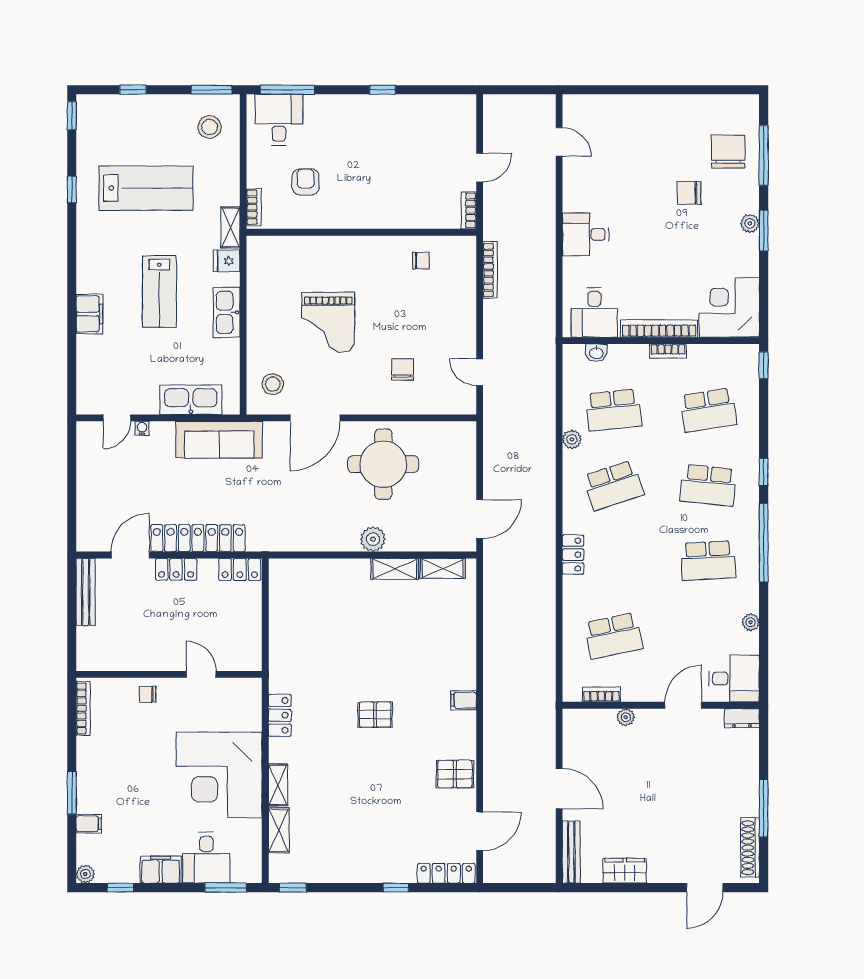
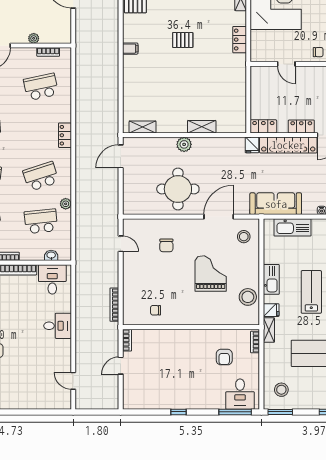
stool: (266, 283) -> (248, 297), added
fridge: (259, 538) -> (252, 145), added
shelving: (395, 569) -> (202, 127), moved

